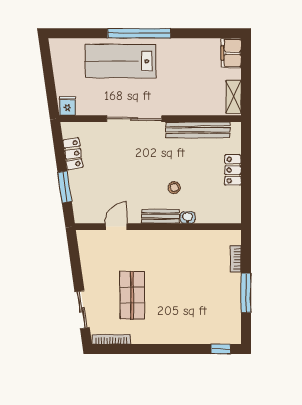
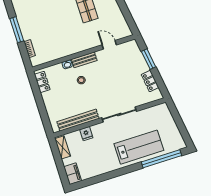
window: (139, 33) -> (161, 159), moved
fridge: (68, 106) -> (86, 134), moved
locker: (233, 170) -> (42, 82), moved
door: (116, 227) -> (109, 45), swing flipped

